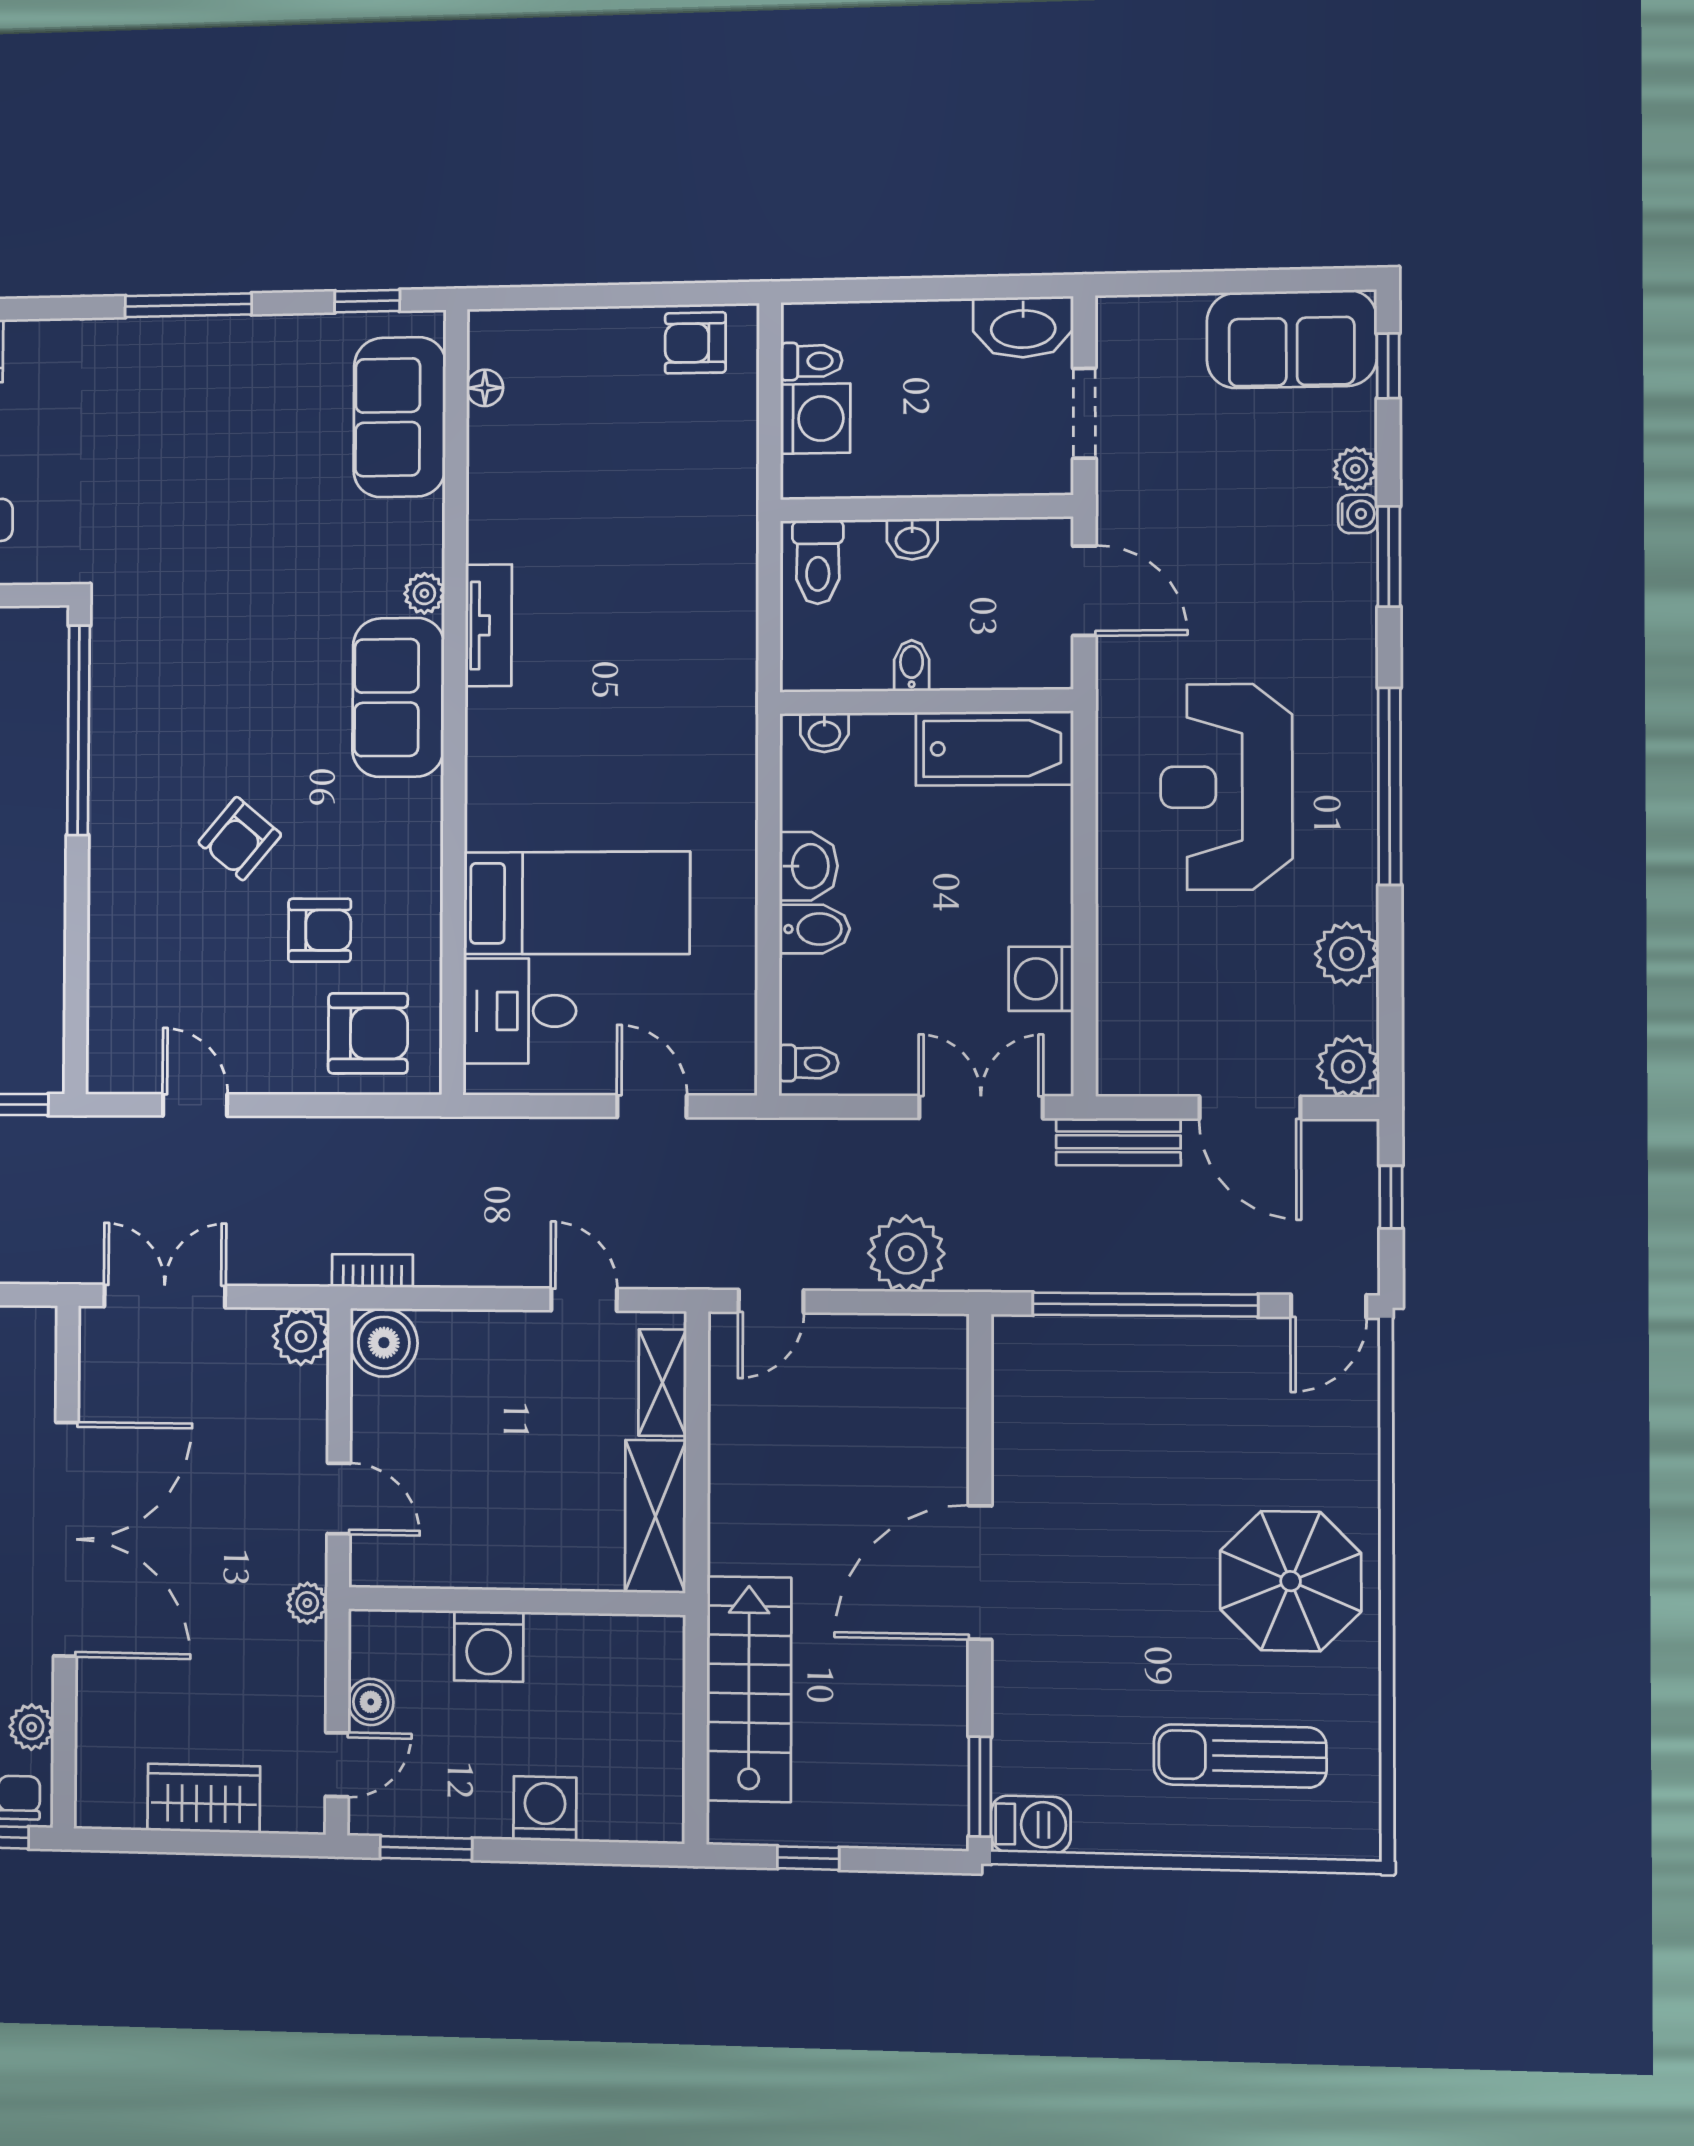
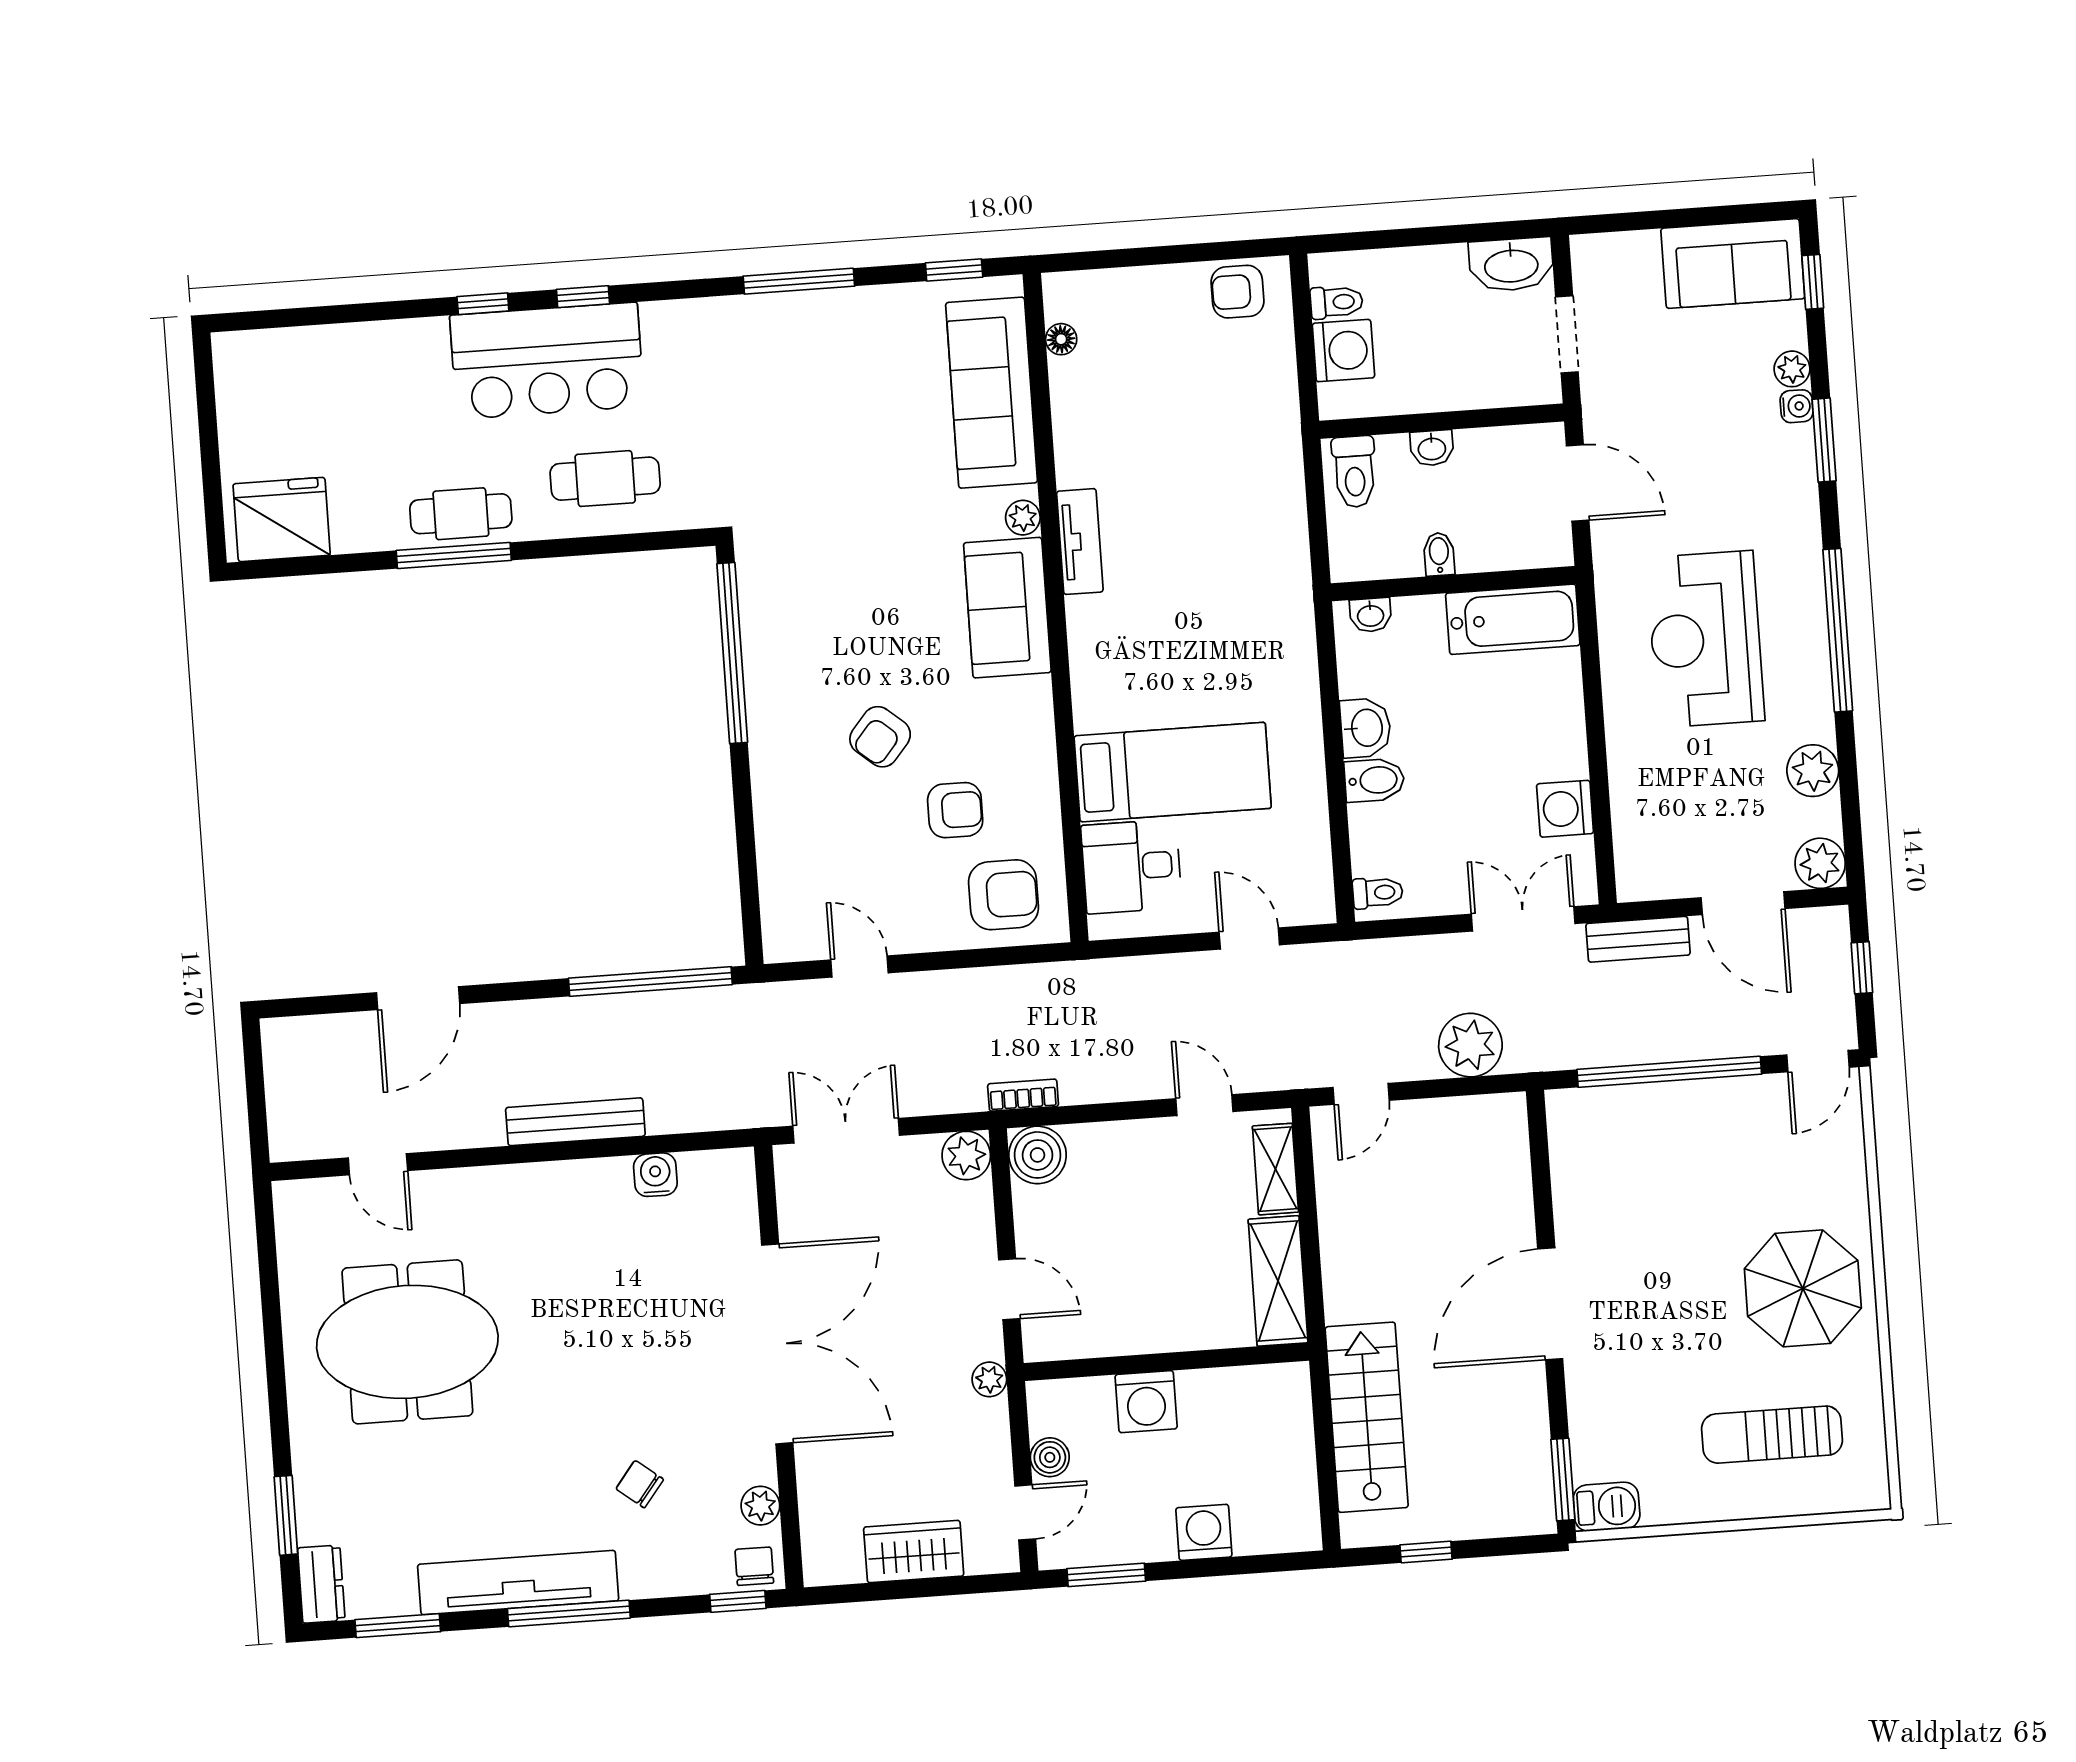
sofa: (400, 417) -> (992, 393), width x1.36

